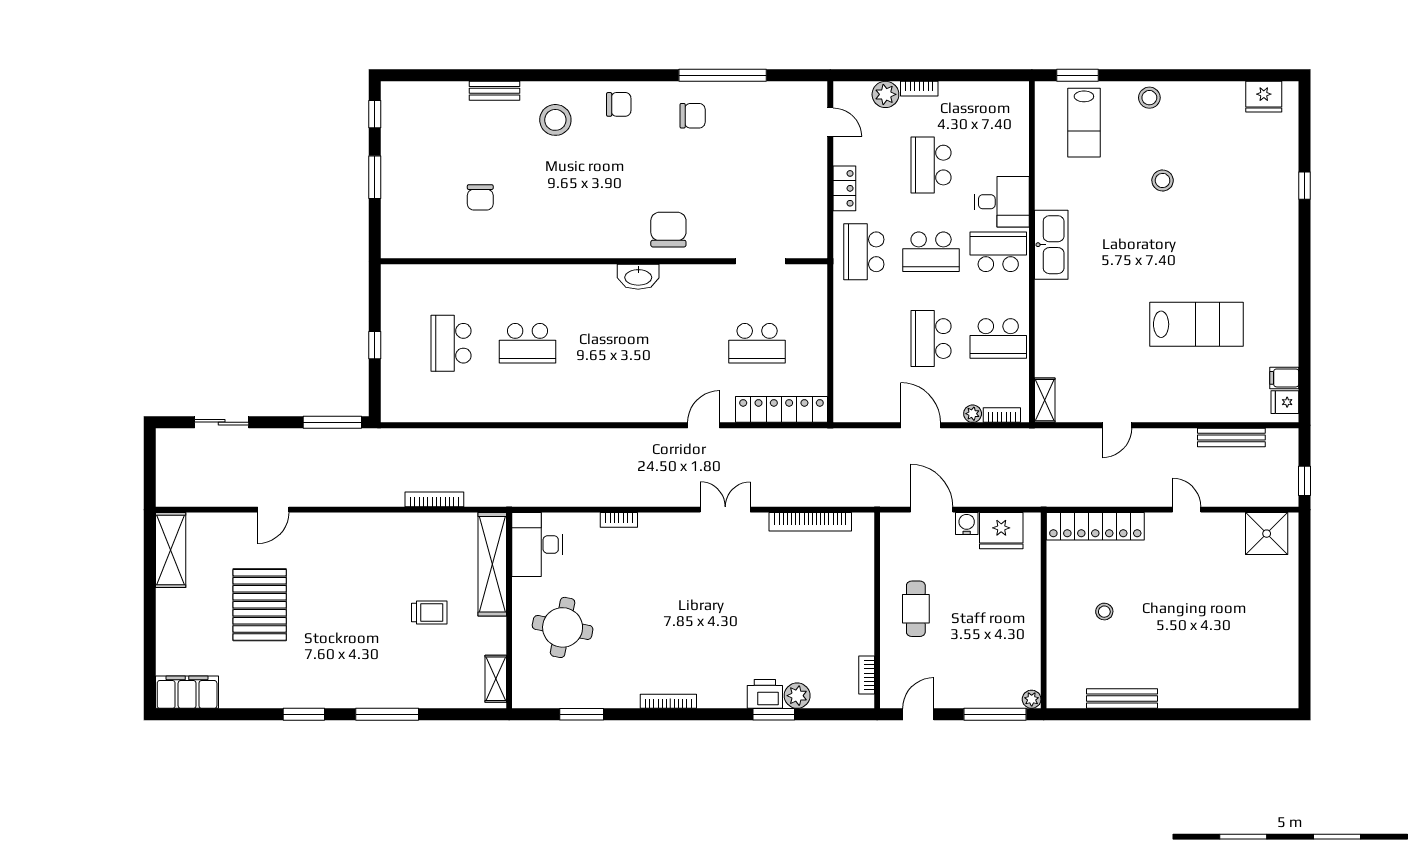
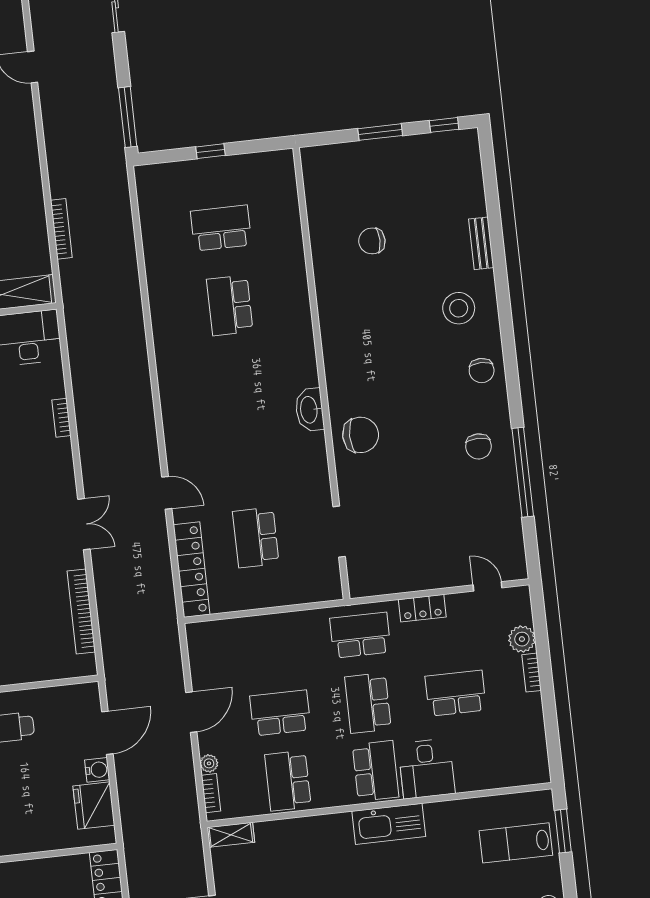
door: (830, 122) -> (488, 586), swing flipped

